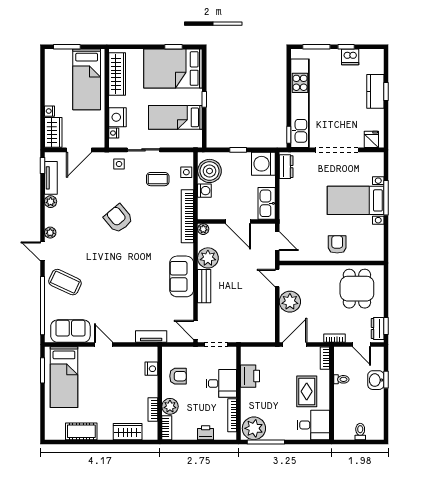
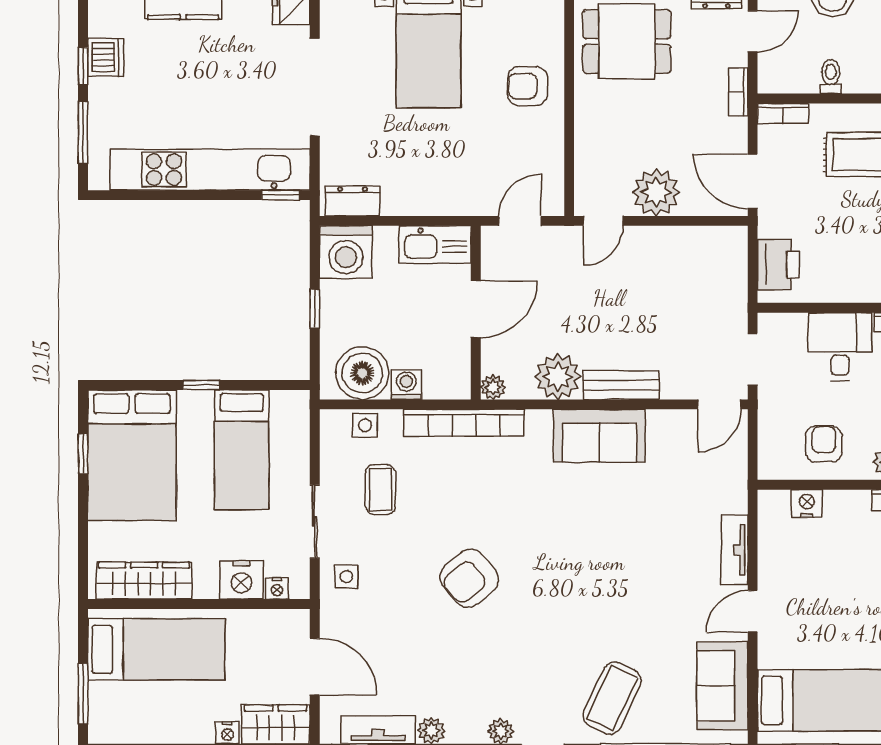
tv unit: (151, 337) -> (734, 550), moved
printer: (250, 376) -> (778, 264), moved, turned 90

